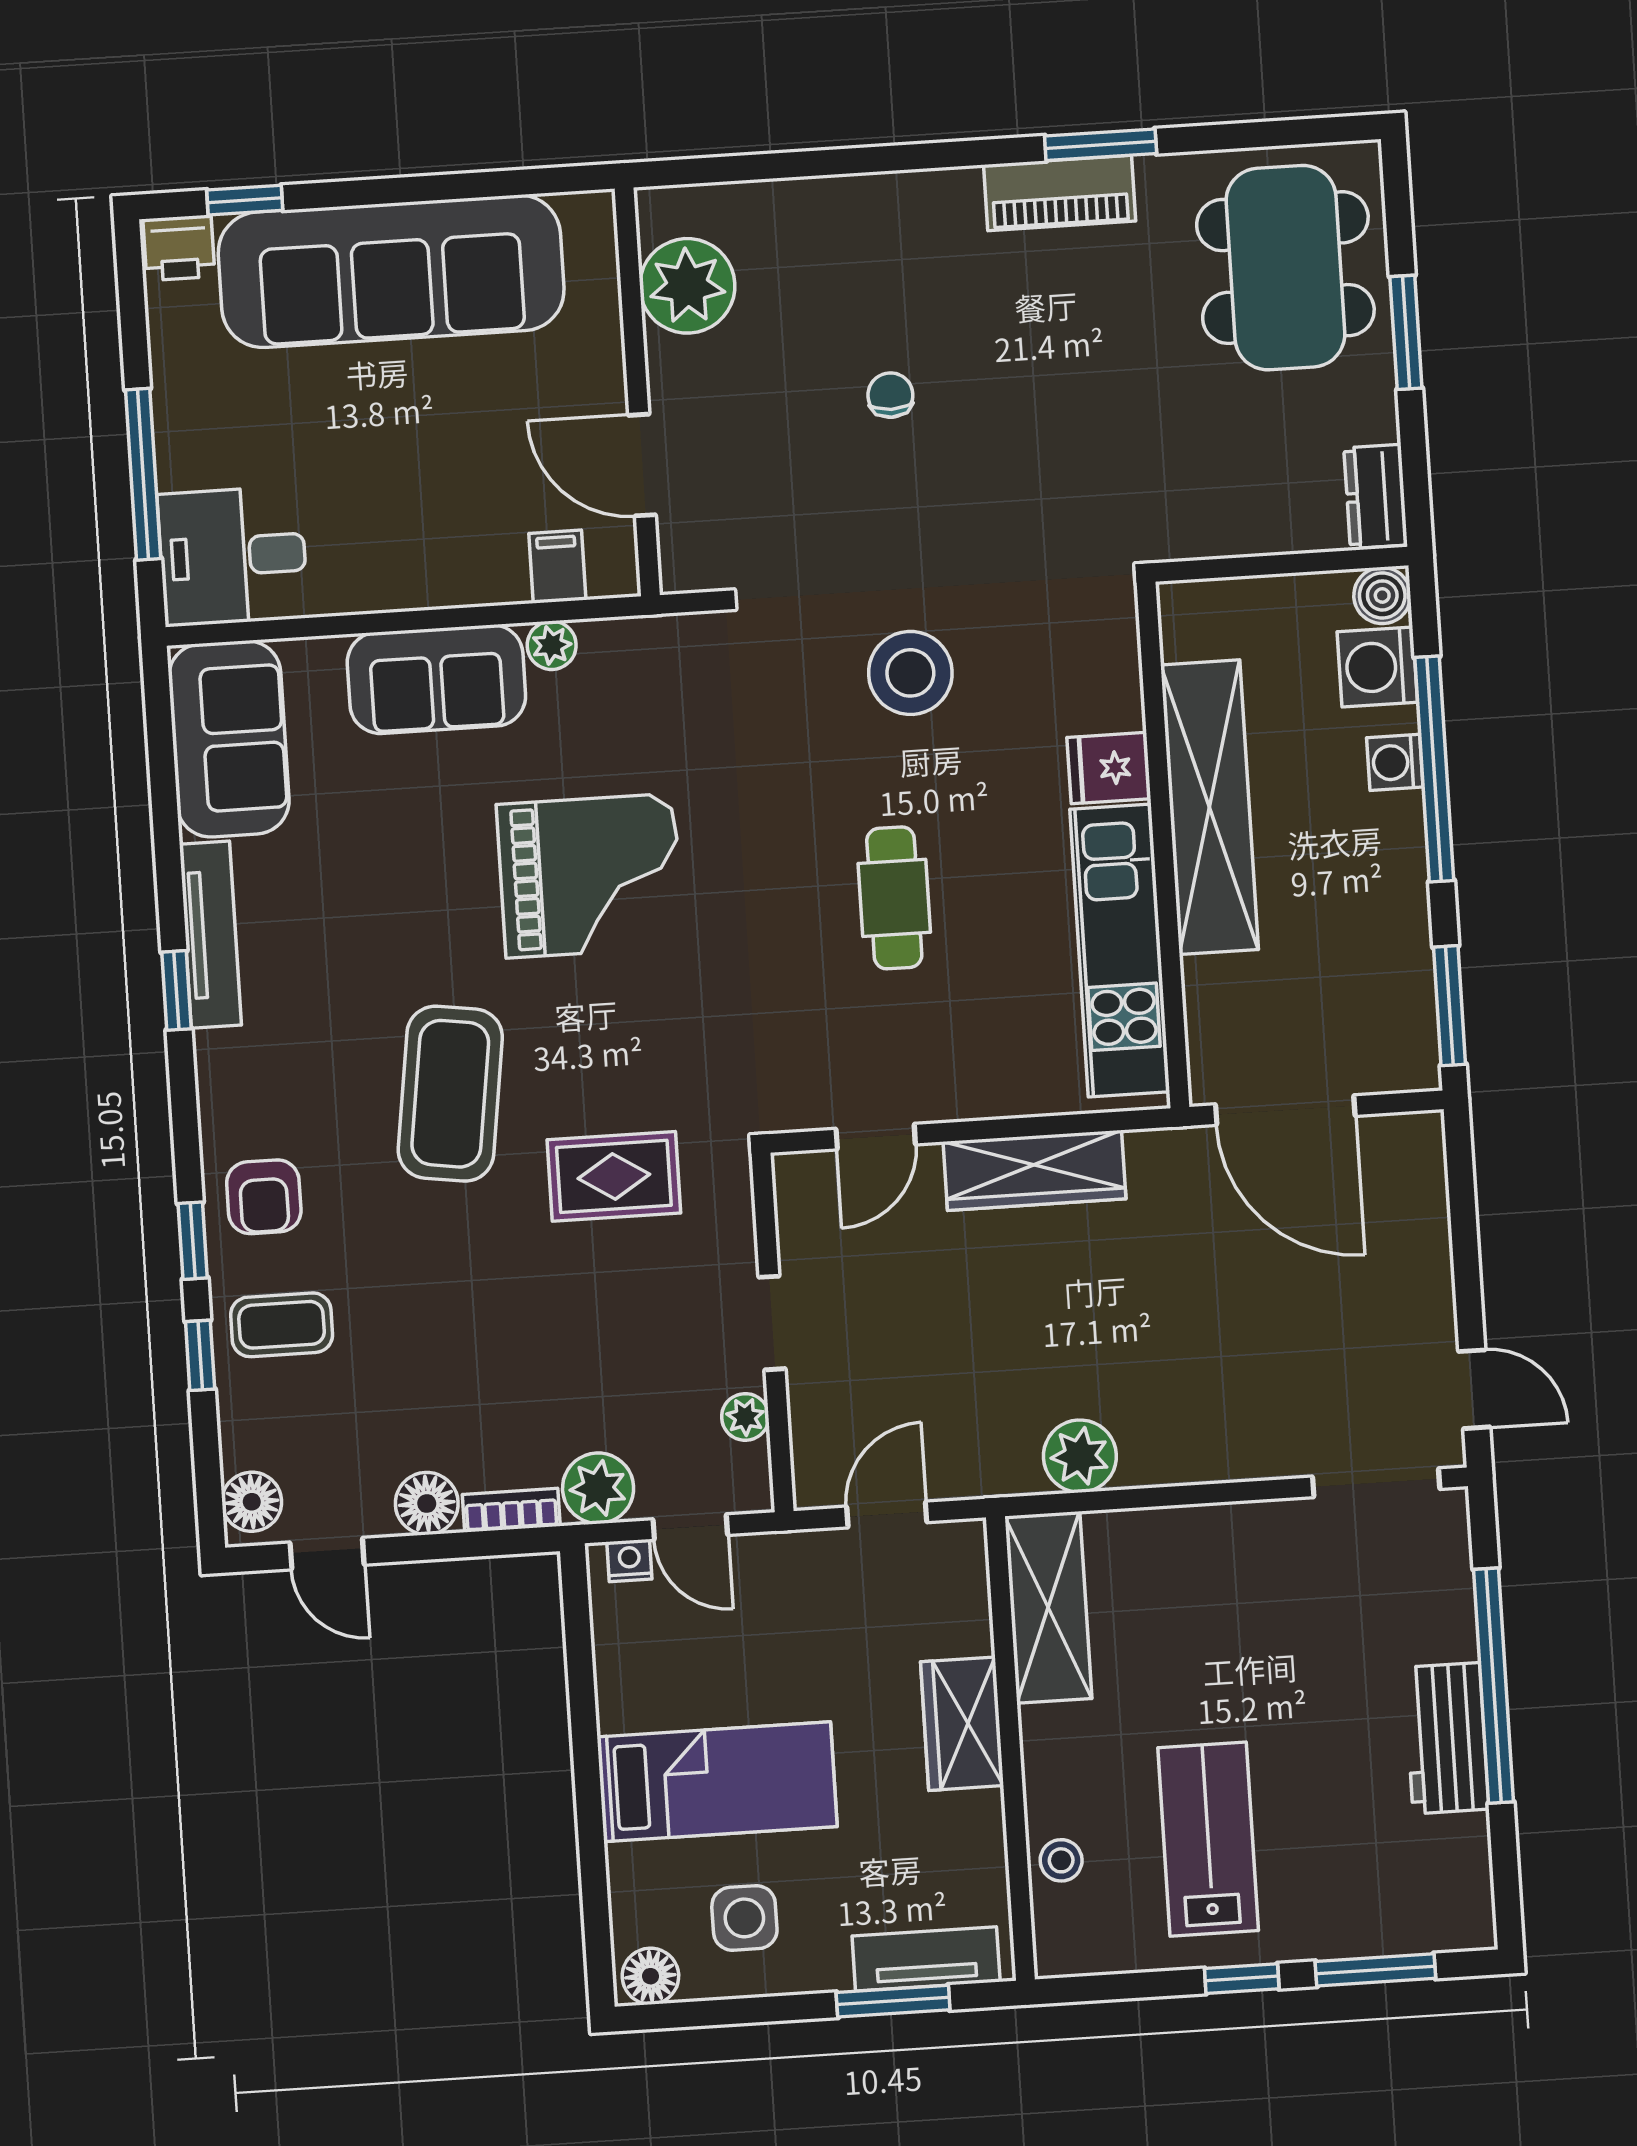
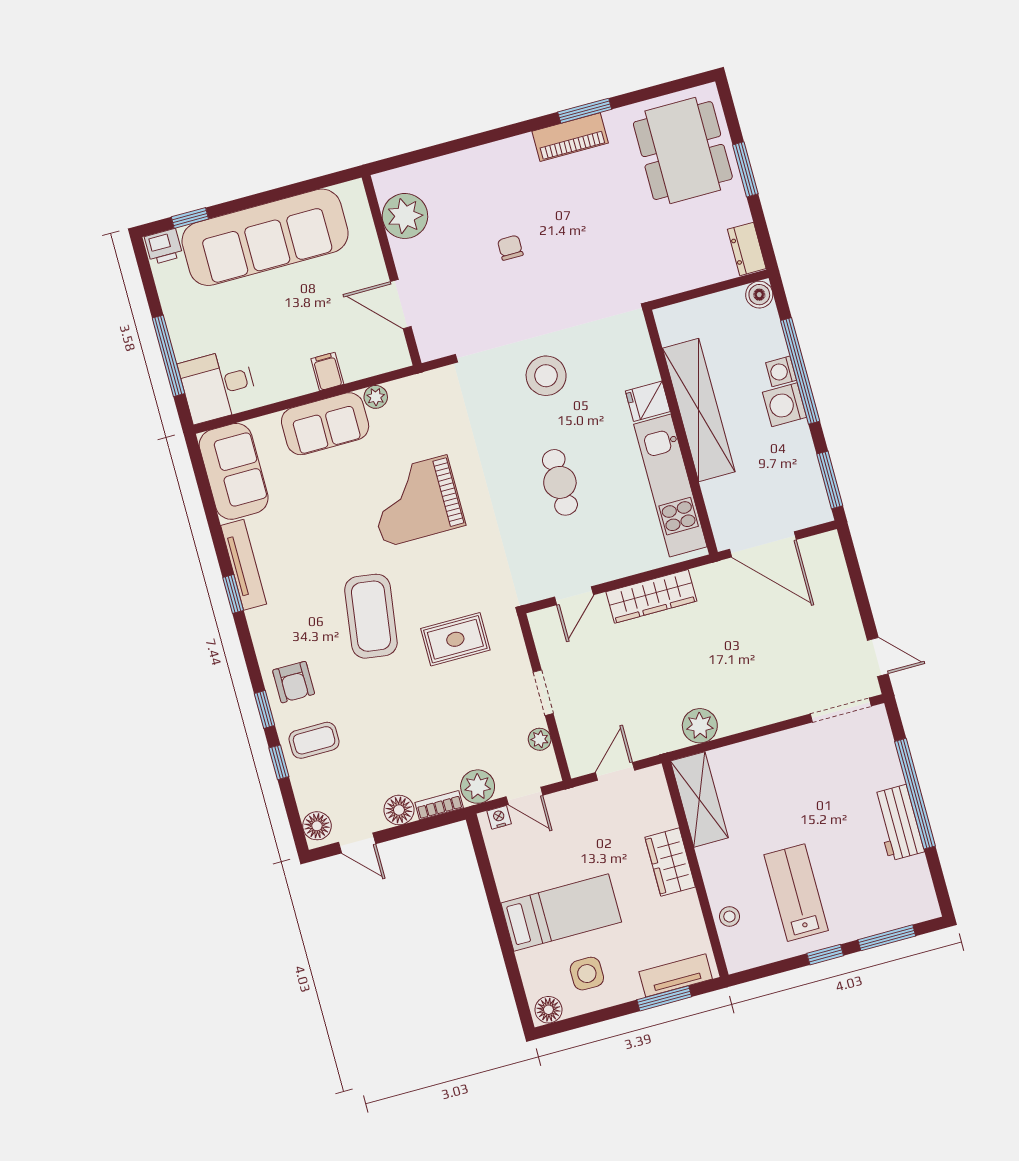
filing cabinet: (557, 567) -> (327, 371), moved
washing machine: (1377, 667) -> (784, 405), moved
grand piano: (590, 876) -> (416, 501), turned 180

